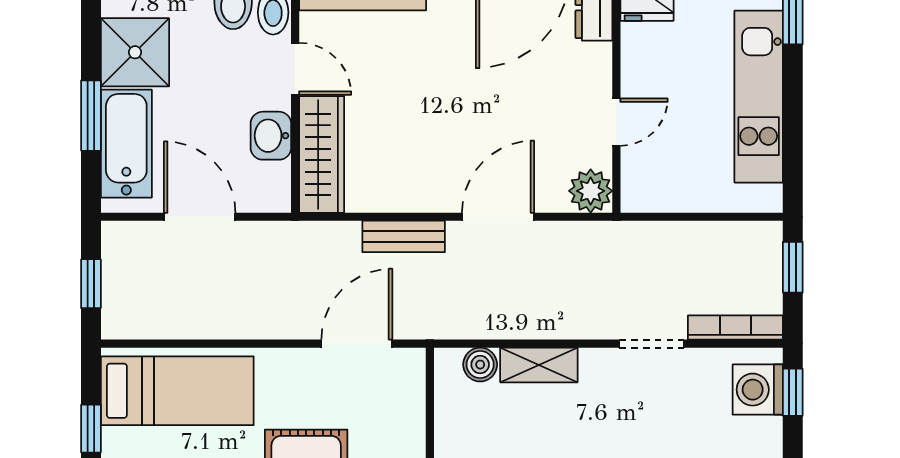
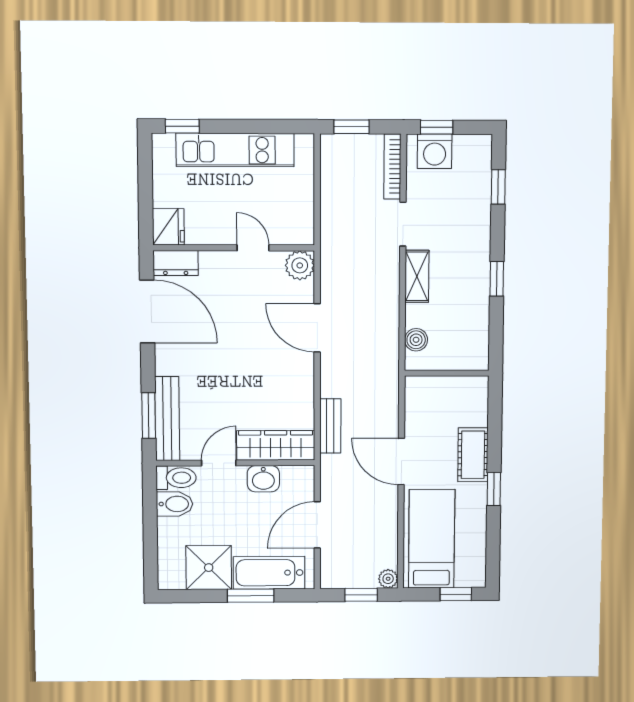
bench: (404, 236) -> (330, 426), moved
plant: (116, 325) -> (388, 579), added
door: (357, 344) -> (401, 462), moved
shelving: (539, 365) -> (417, 276), moved

